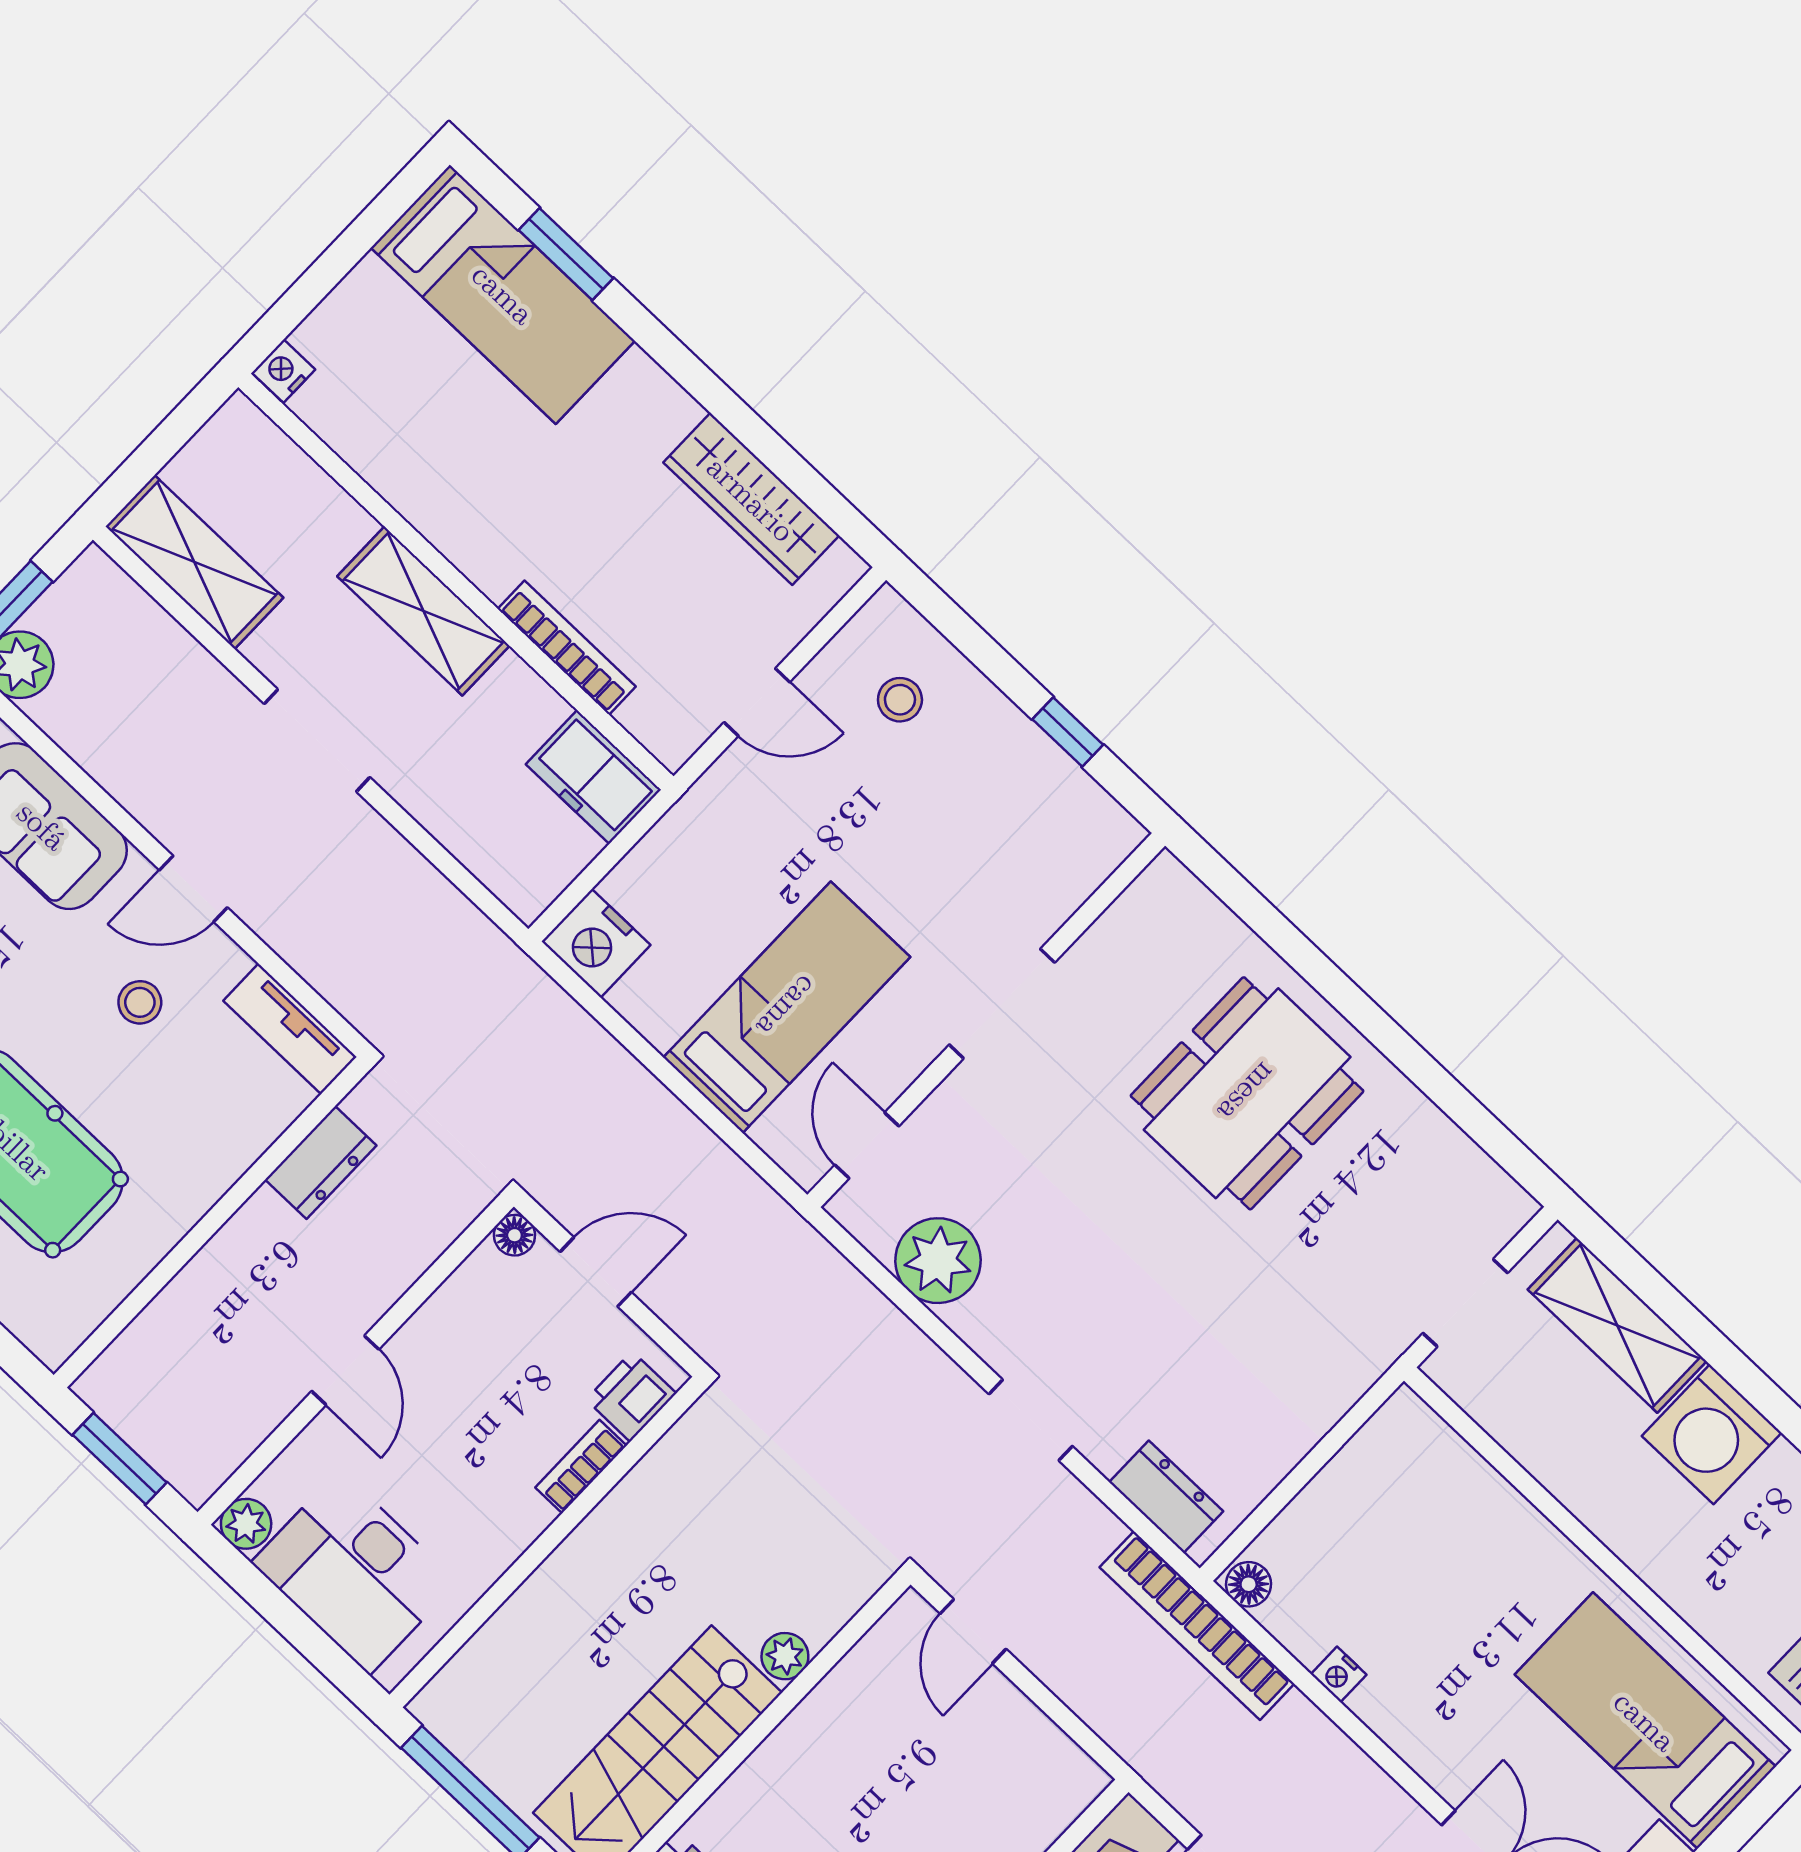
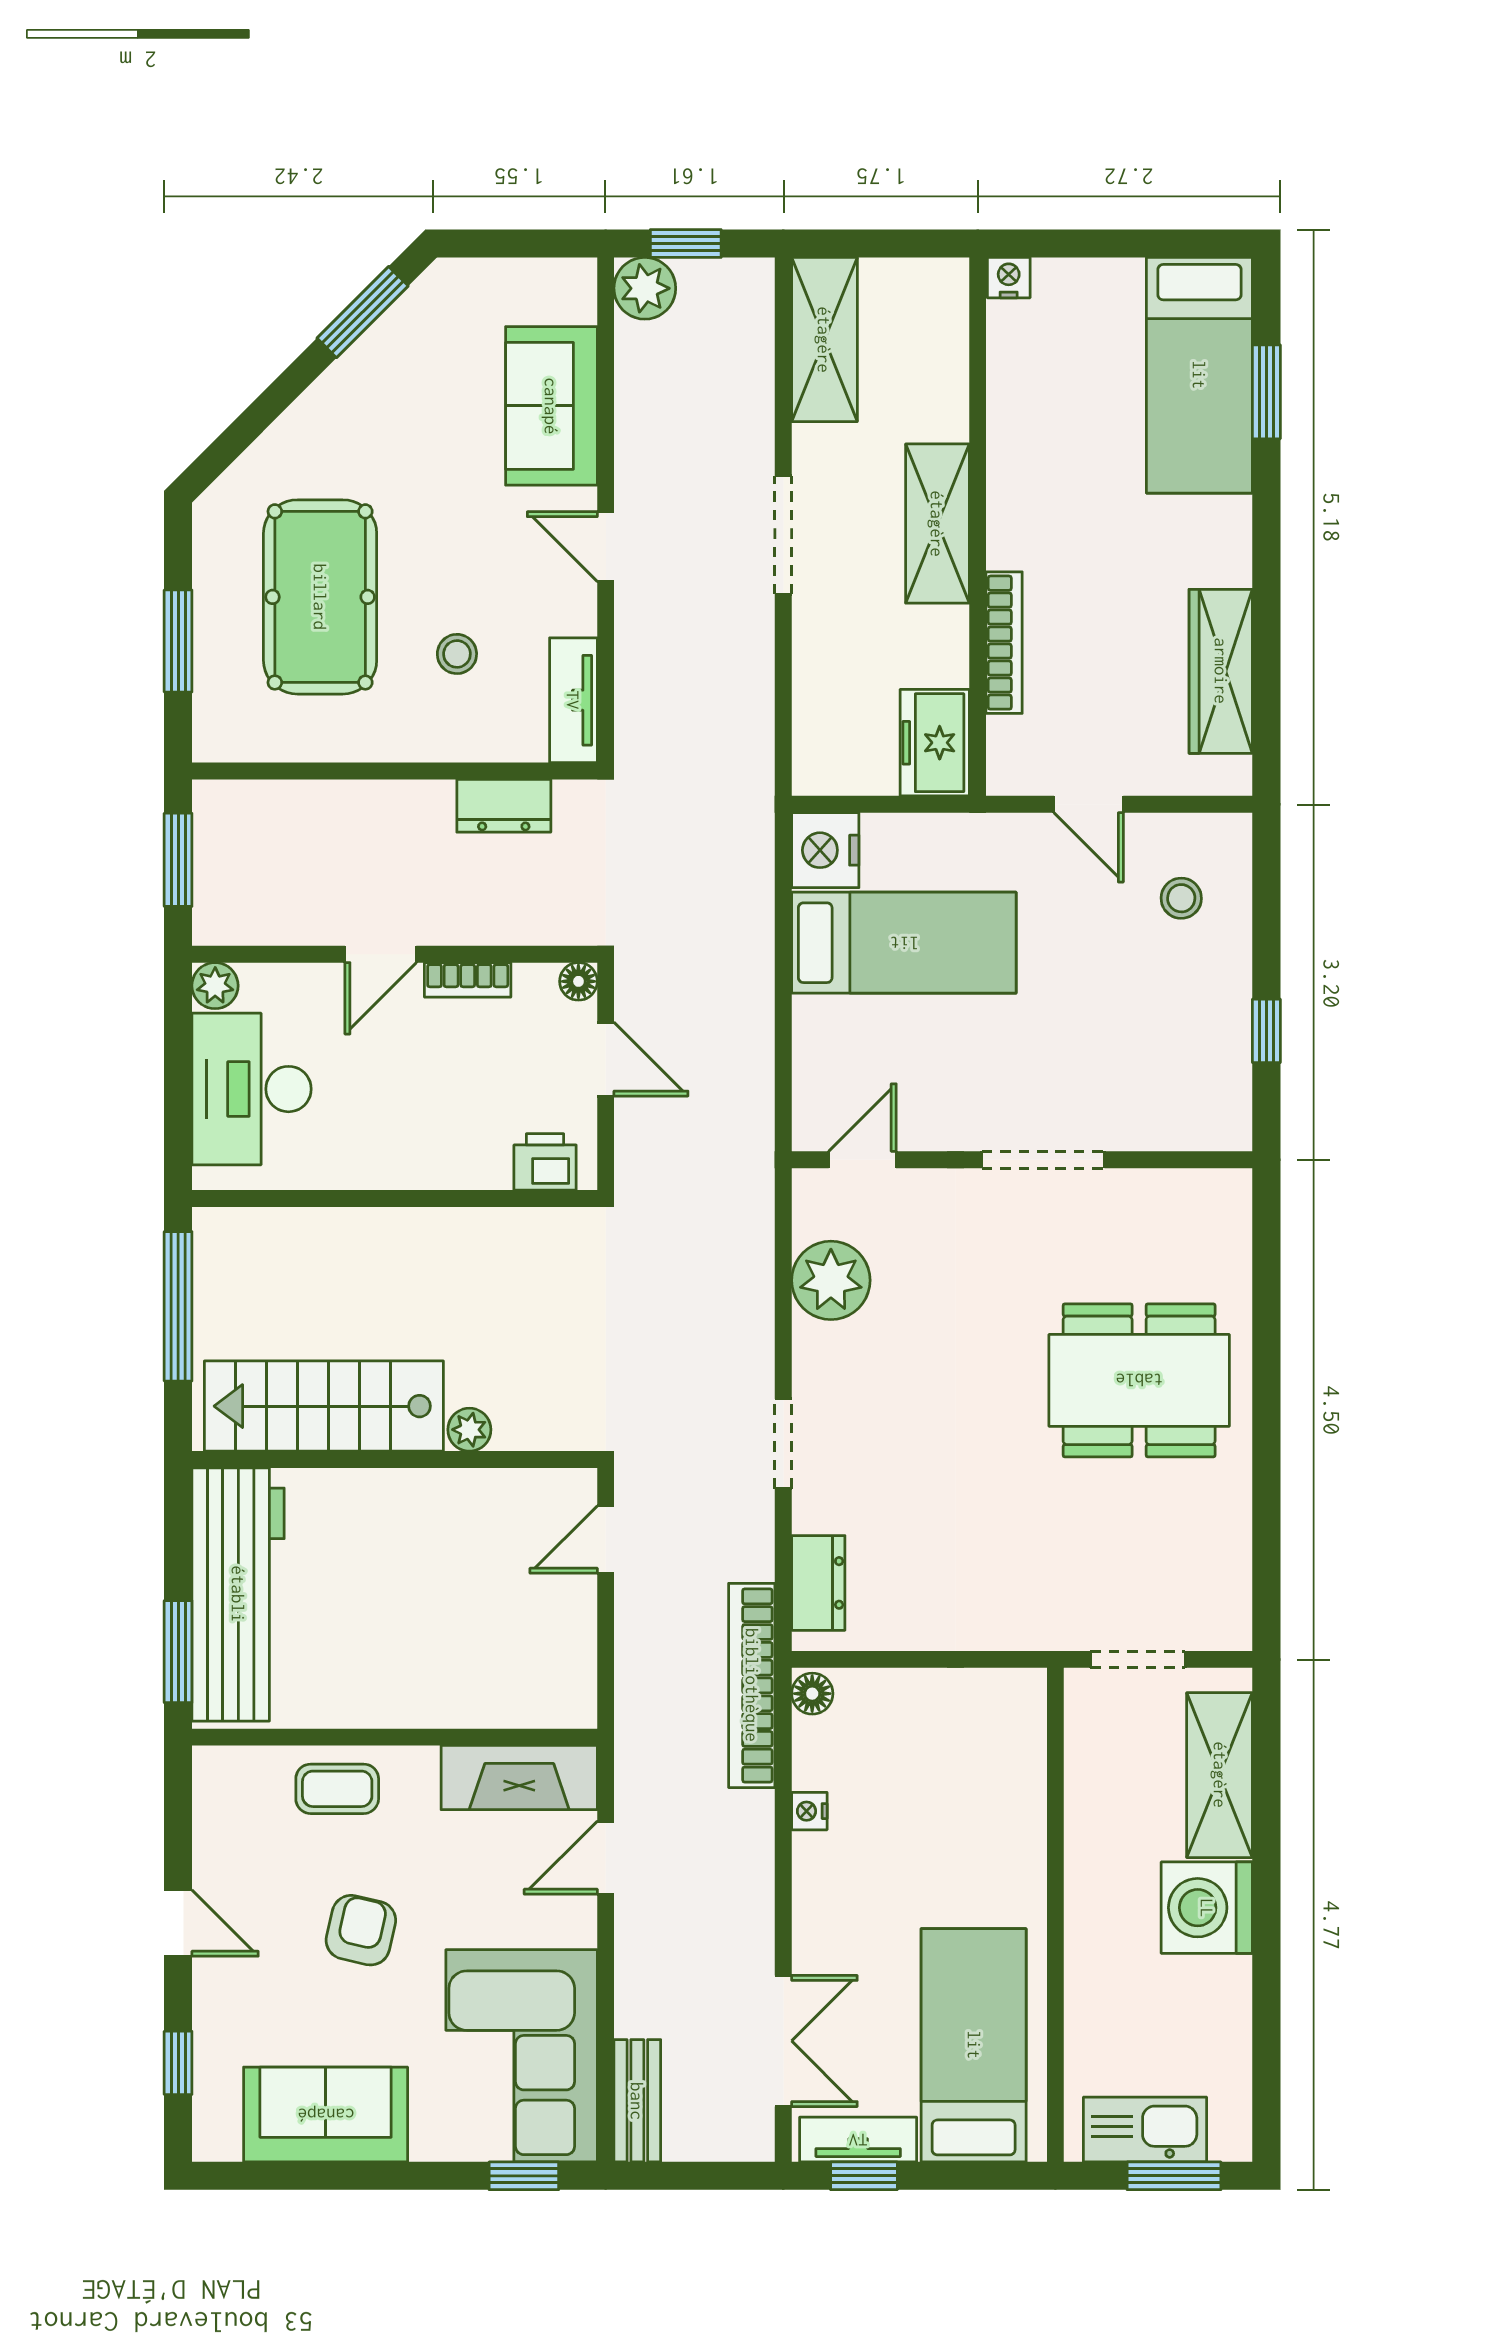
stool: (140, 1002) -> (457, 654), moved
bed: (787, 1007) -> (904, 943), moved
bookcase: (581, 1467) -> (468, 980), moved, turned 180

